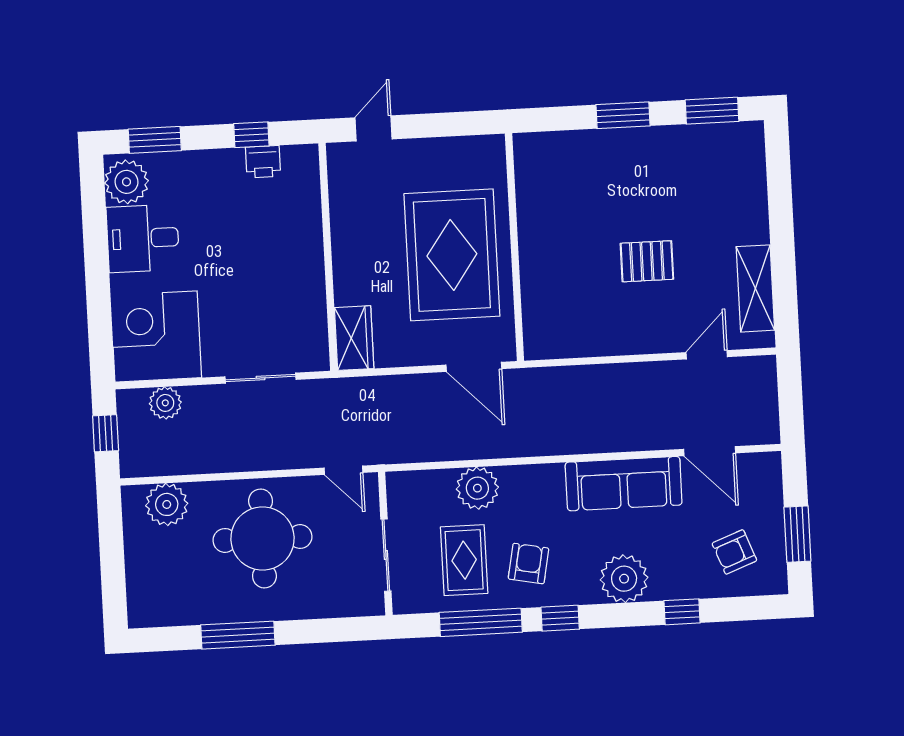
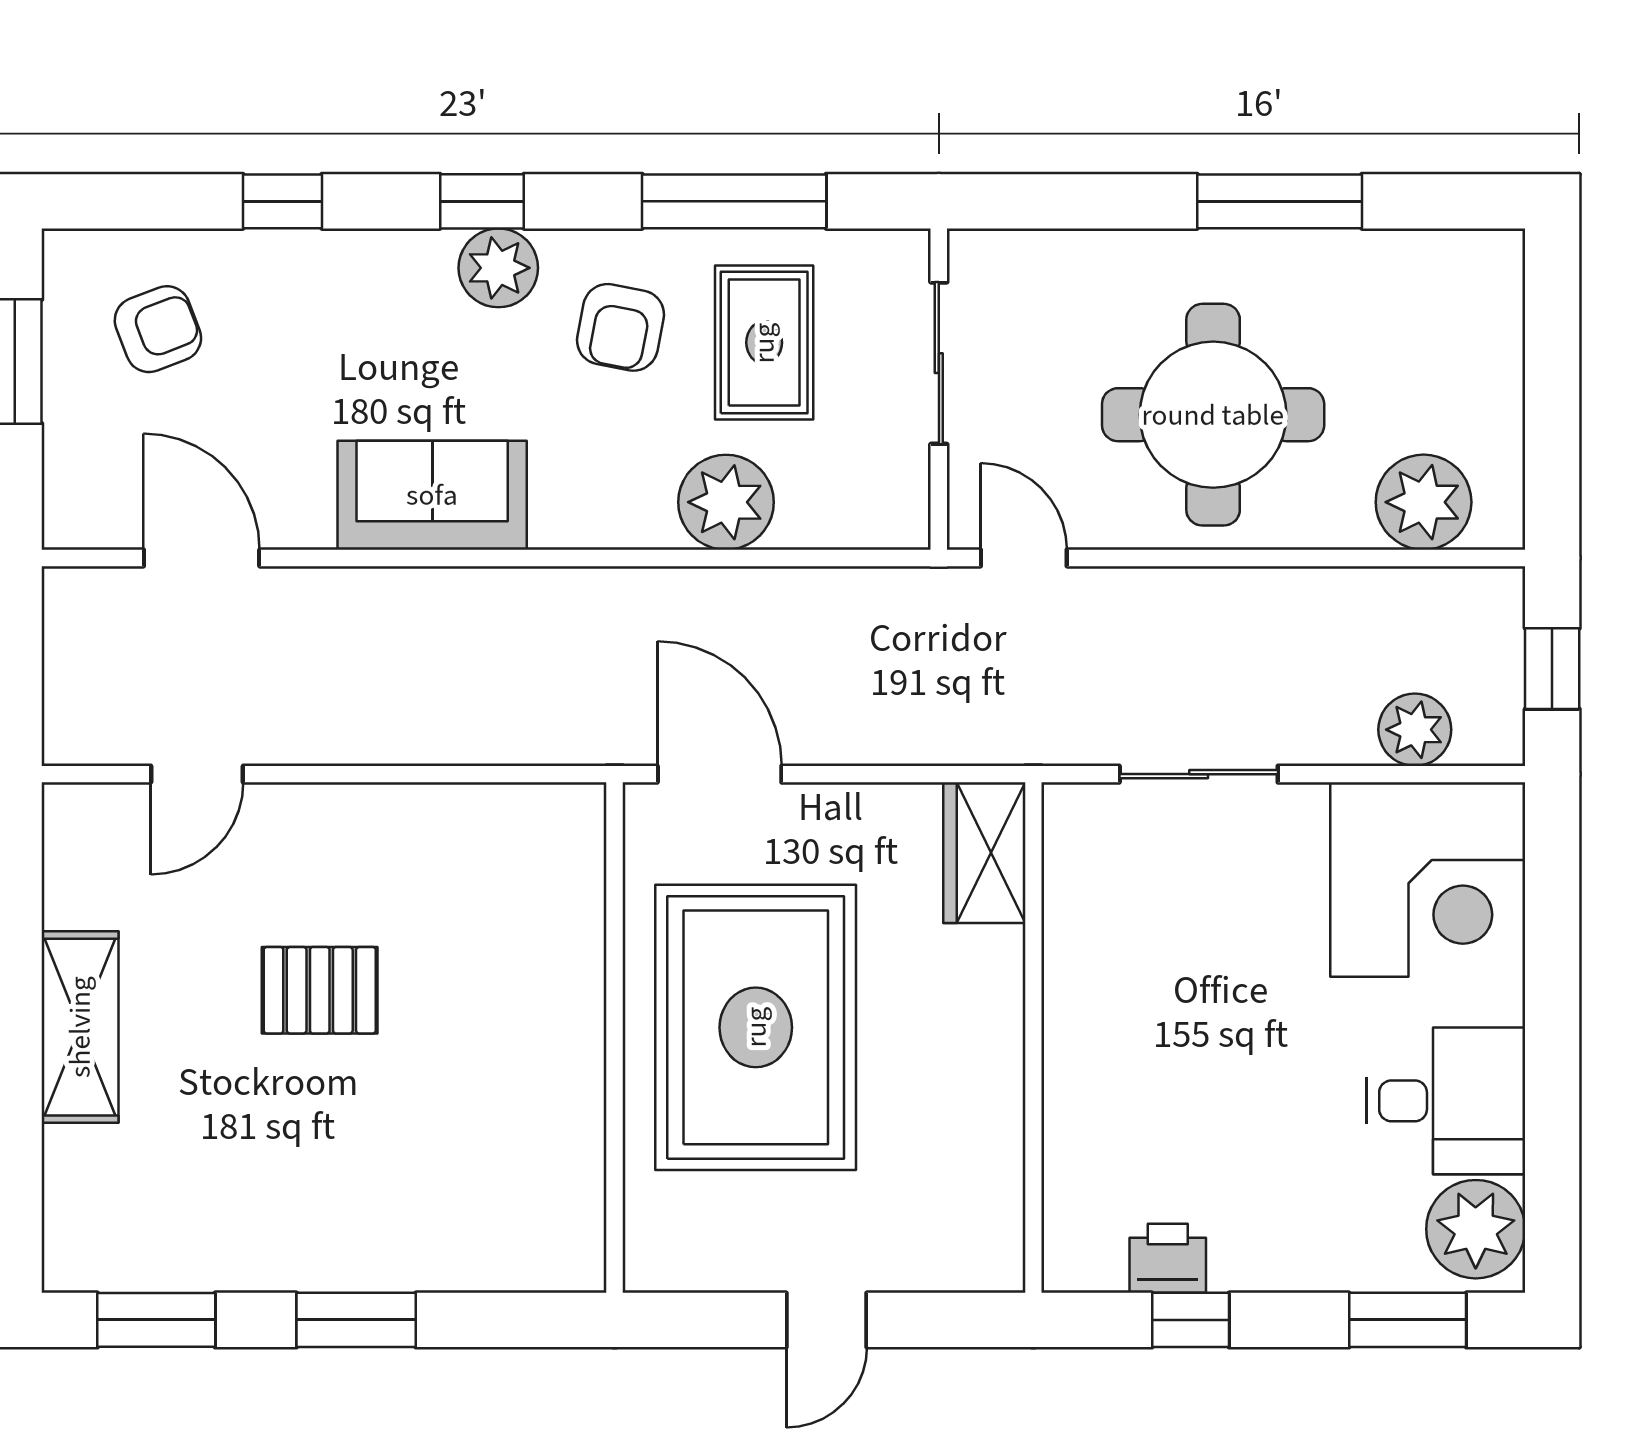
door: (374, 128) -> (827, 1320), moved
shelving: (755, 288) -> (80, 1027), moved
sofa: (624, 484) -> (432, 495), width x0.73
plant: (624, 579) -> (498, 268), moved, width x0.73, depth x0.73
window: (560, 618) -> (482, 201), moved

